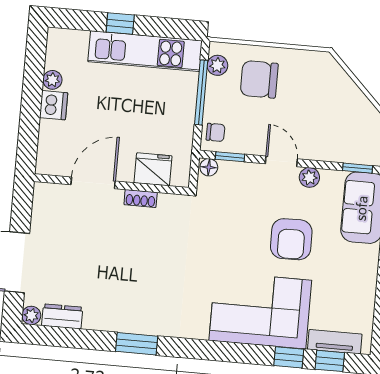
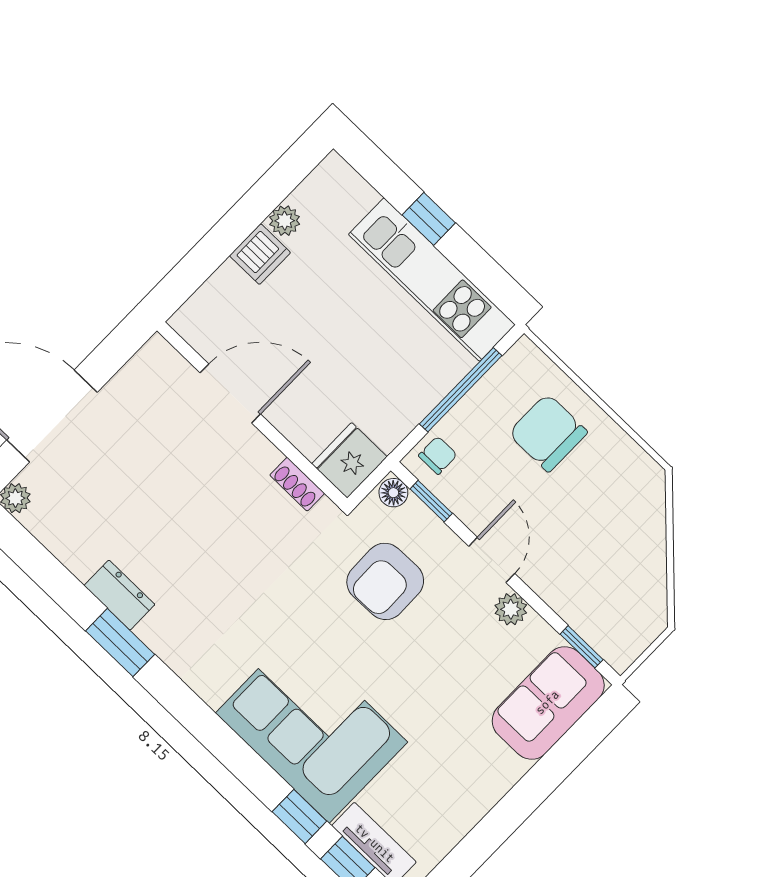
plant: (217, 65) -> (509, 372), removed
chair: (216, 132) -> (438, 455), turned -90
fridge: (153, 169) -> (349, 460), moved, turned -90
shoe rack: (141, 199) -> (297, 484), moved
armchair: (291, 239) -> (385, 581), moved
dresser: (62, 316) -> (119, 595), moved

